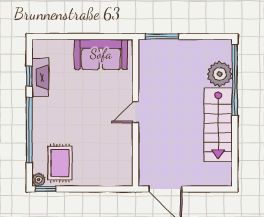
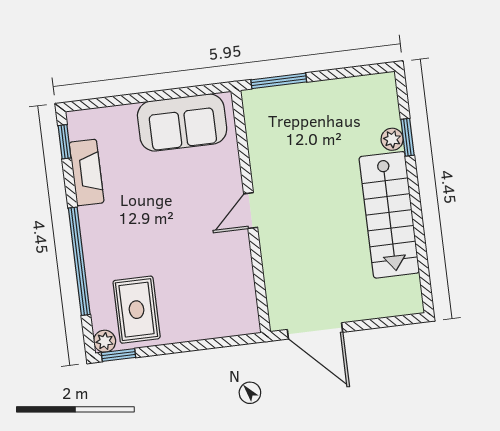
plant: (220, 74) -> (392, 139), width x0.53, depth x0.53
window: (29, 76) -> (65, 142), moved
window: (235, 80) -> (407, 137), width x0.32

